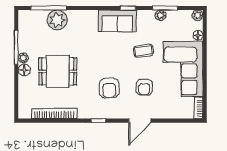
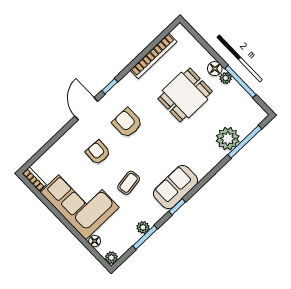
door: (140, 121) -> (86, 109), moved

